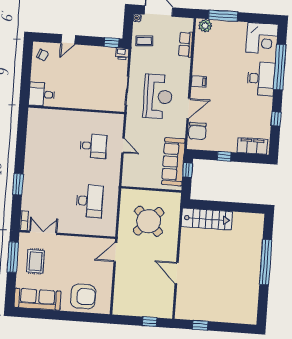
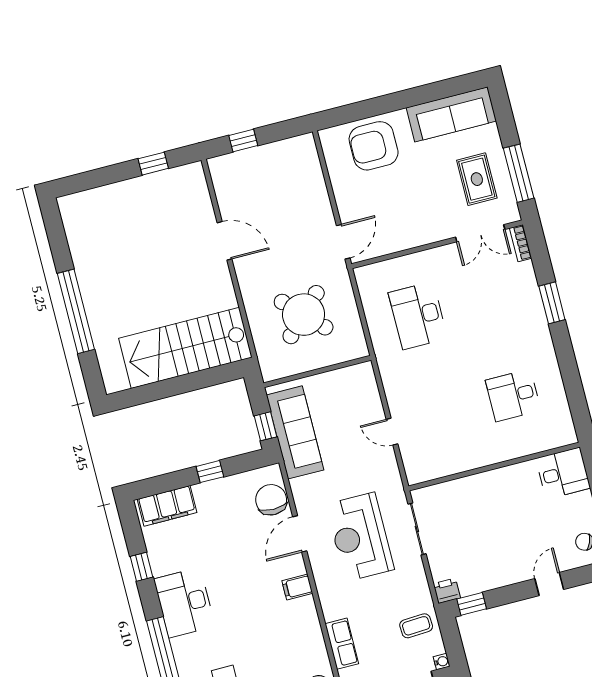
desk: (261, 79) -> (184, 603), moved
desk: (93, 146) -> (513, 395), moved
stairs: (207, 219) -> (185, 348), width x1.36, depth x1.51

